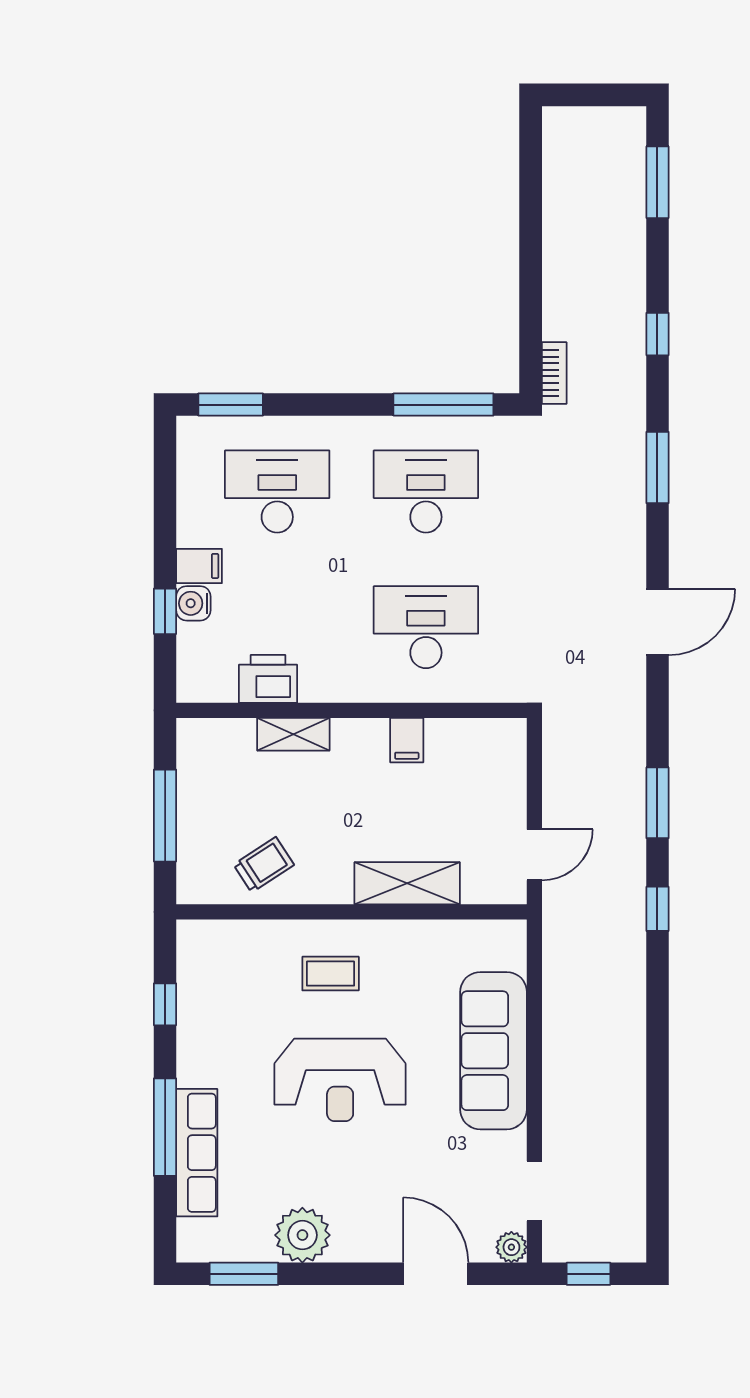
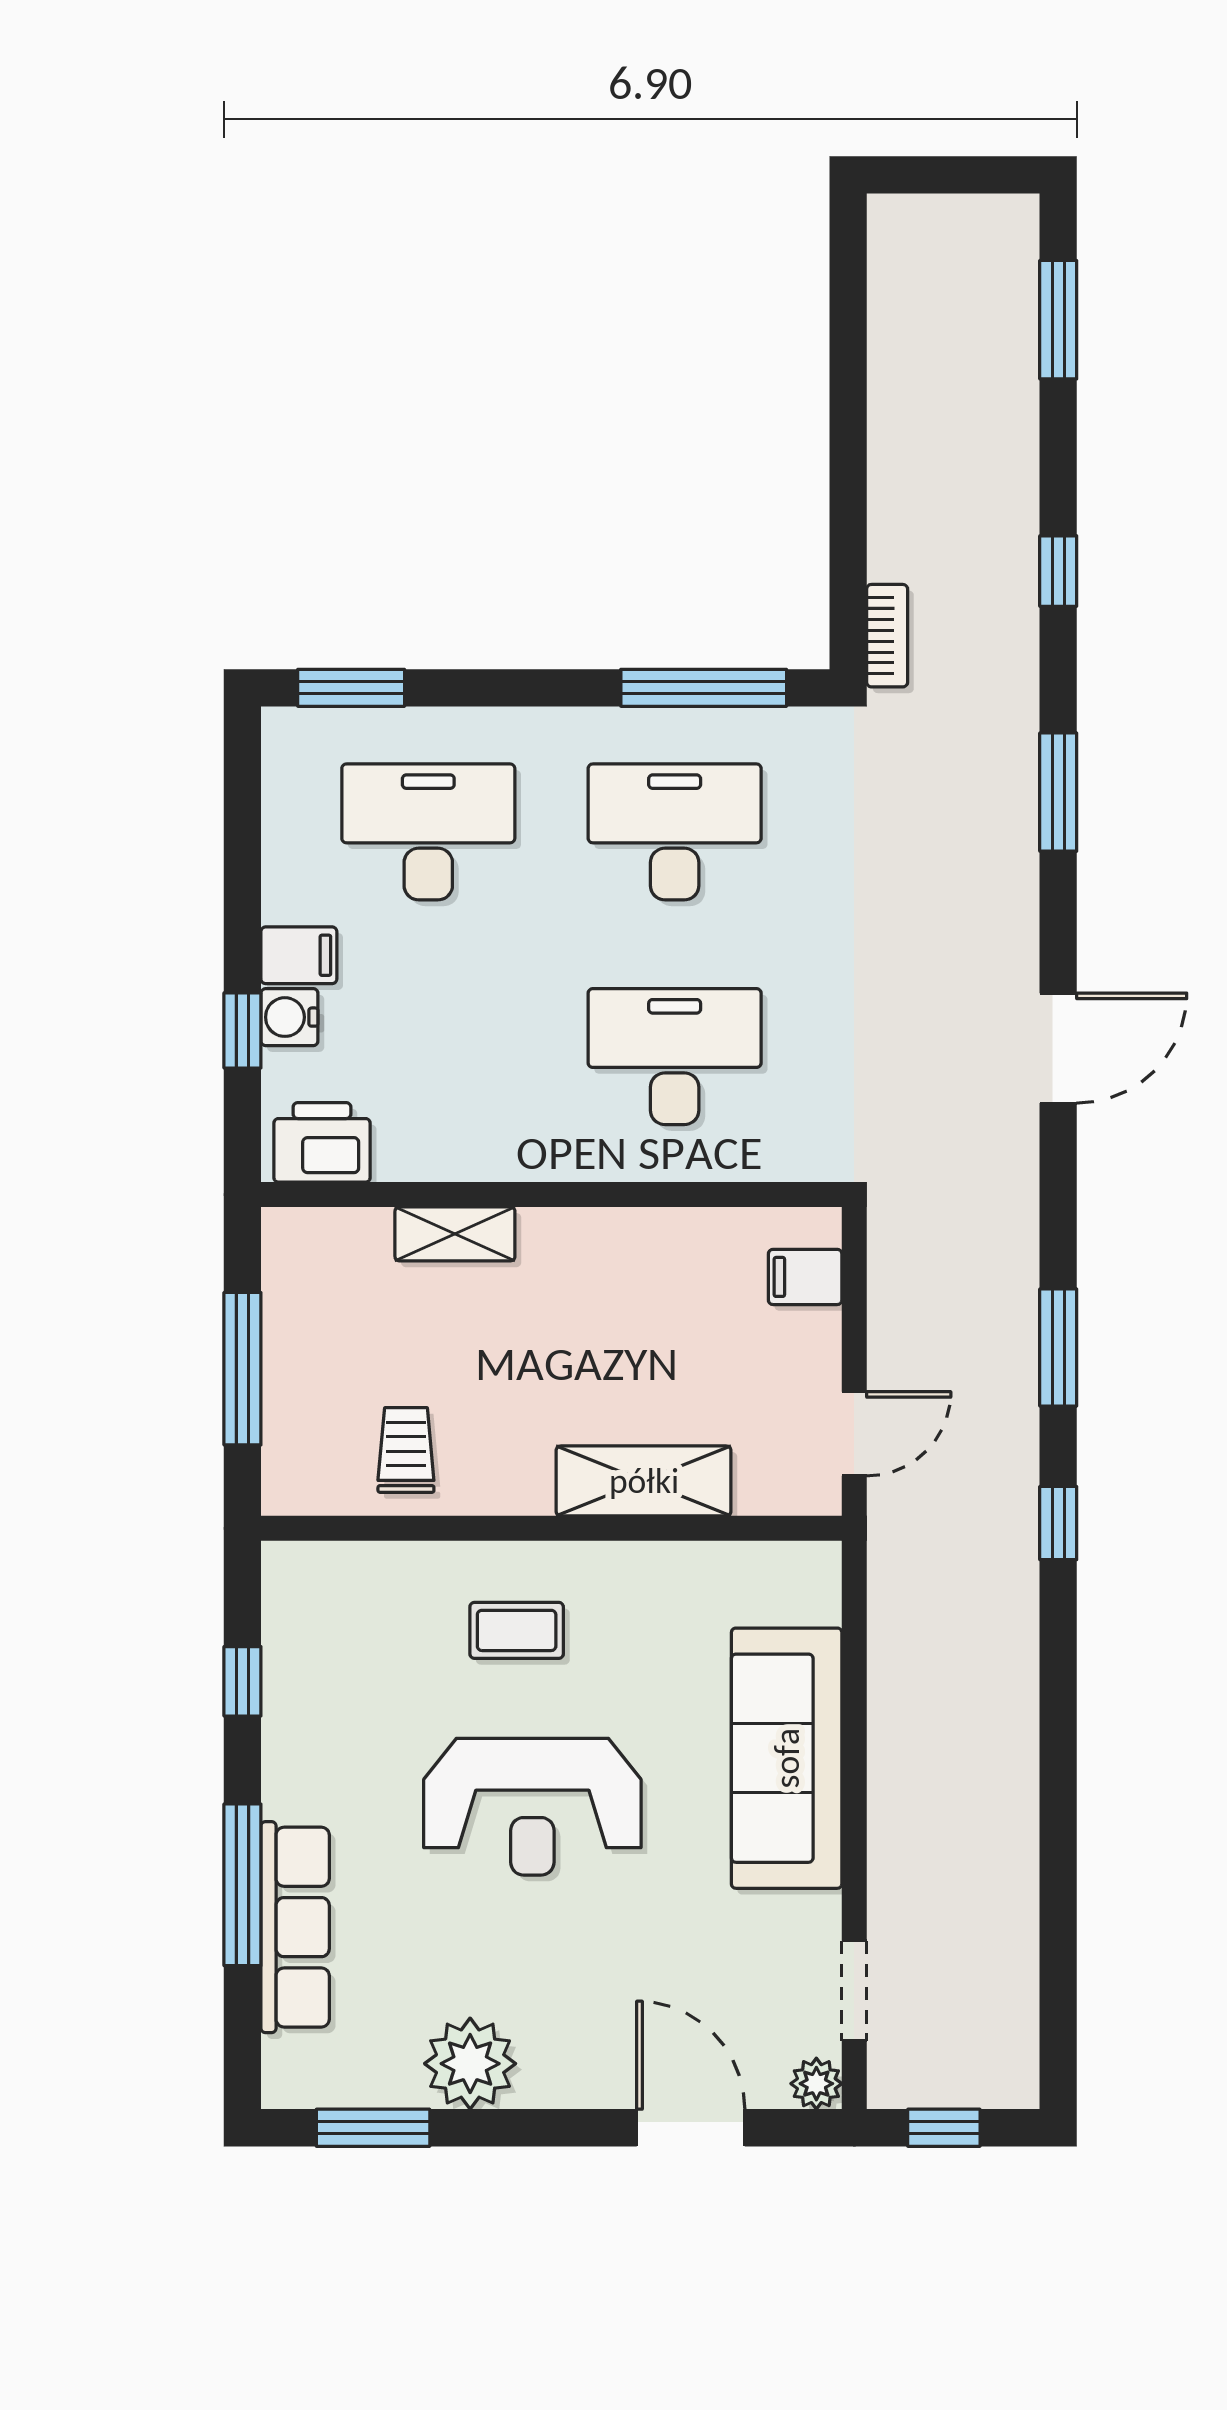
printer: (268, 679) -> (322, 1142), moved
filing cabinet: (407, 740) -> (805, 1277), moved, turned 90
trolley: (264, 865) -> (406, 1450), turned -57

